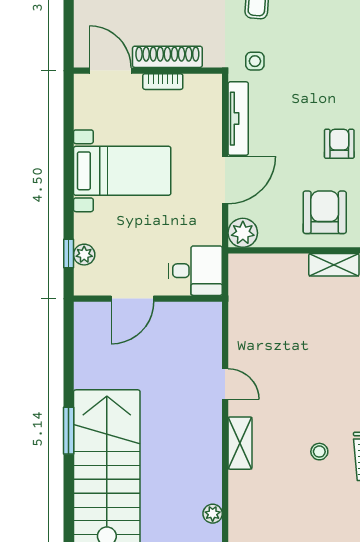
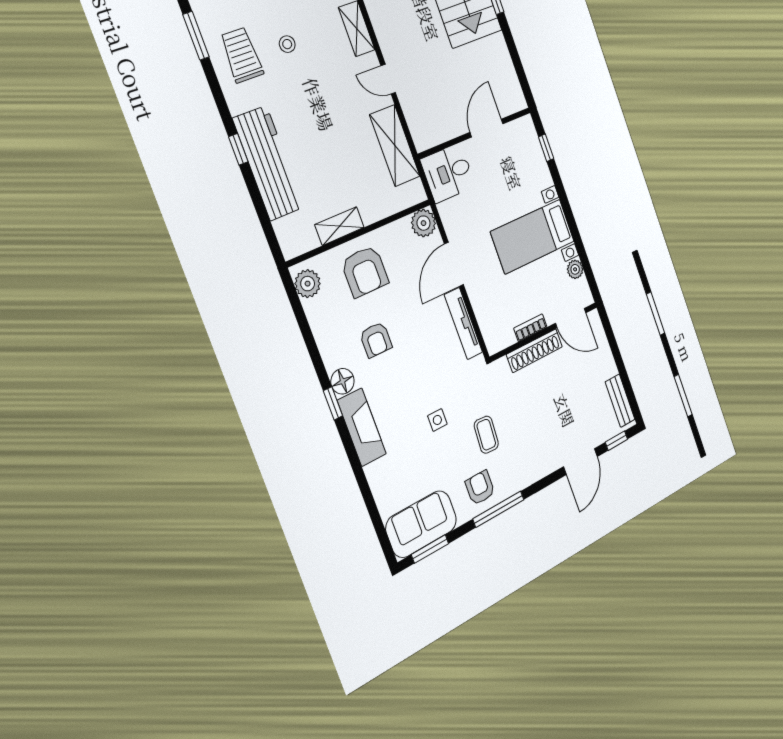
side table: (255, 61) -> (437, 420), moved
plant: (84, 255) -> (575, 269), moved
shelving: (244, 318) -> (395, 146), added

